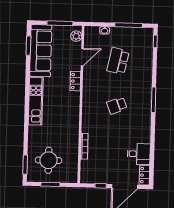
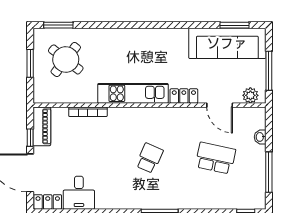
kitchen unit: (36, 101) -> (133, 93), moved, turned 180
school desk: (117, 106) -> (149, 158), turned 45
round table: (49, 160) -> (66, 59), turned 38
piano: (93, 178) -> (42, 126), added

